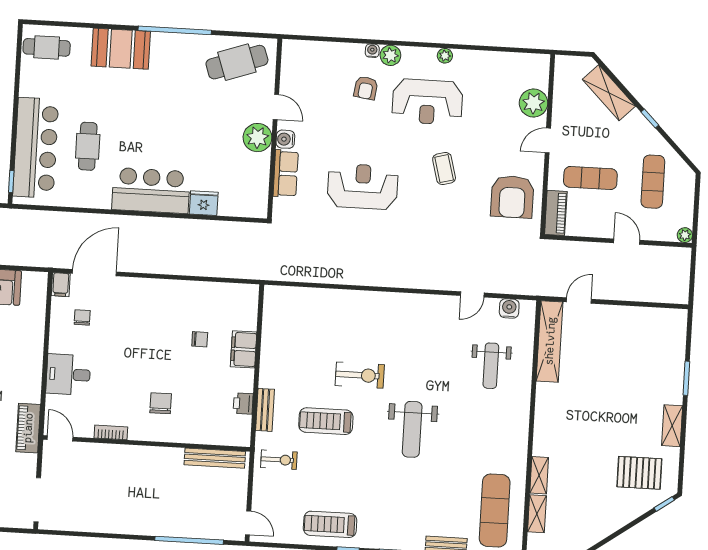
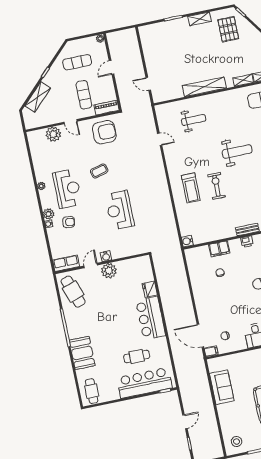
row of seats: (286, 173) -> (66, 263), moved
water cooler: (509, 308) -> (187, 241), moved
shelving: (550, 341) -> (204, 87), moved
treadmill: (326, 421) -> (191, 188), moved

